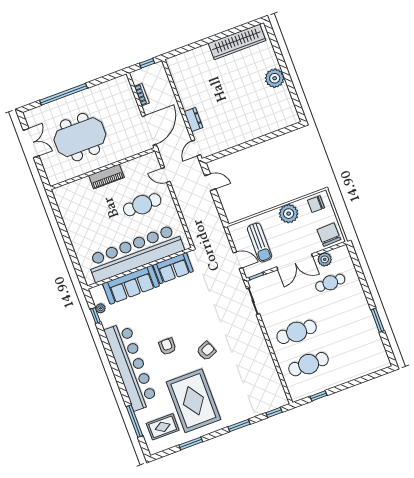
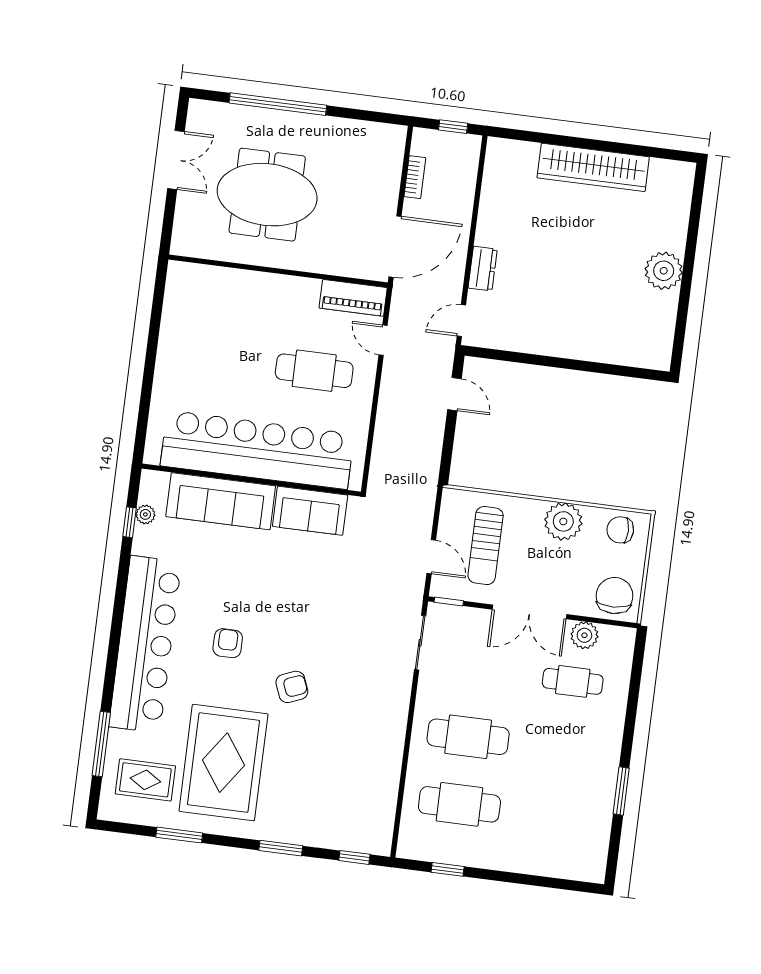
wardrobe: (237, 42) -> (593, 167), moved
piano: (106, 176) -> (353, 298), moved

